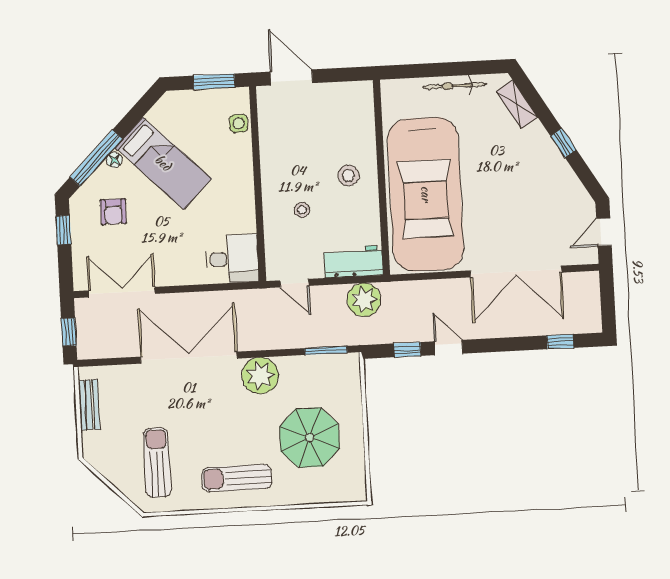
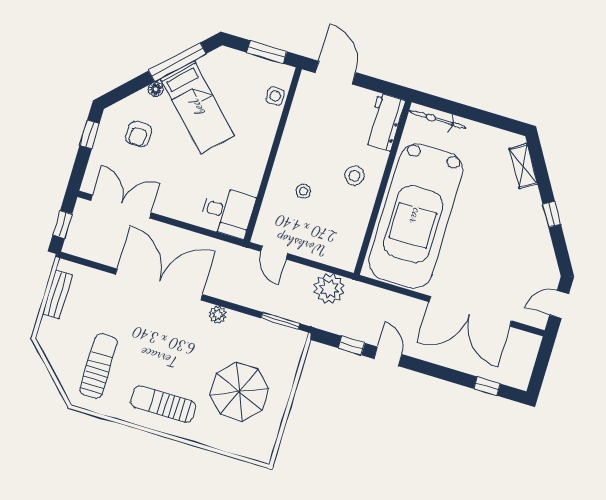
bicycle: (455, 86) -> (438, 120), moved
window: (96, 158) -> (177, 62), moved
workbench: (353, 262) -> (385, 122), moved, turned -90
plant: (260, 376) -> (218, 315), width x0.53, depth x0.53

